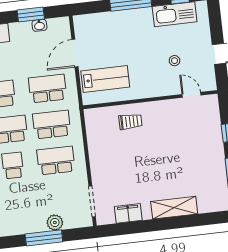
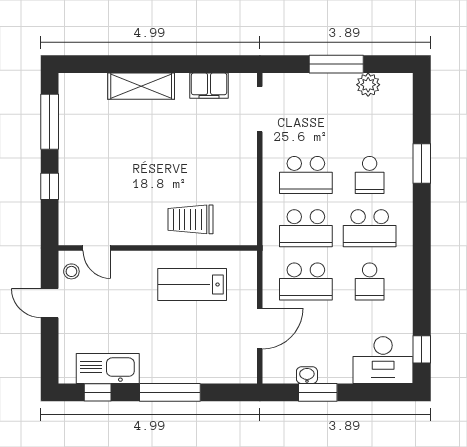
stool: (174, 61) -> (71, 271), moved
lab bench: (105, 79) -> (192, 285), moved
trolley: (130, 122) -> (190, 219), width x1.36, depth x1.39
plant: (55, 222) -> (368, 85), moved

